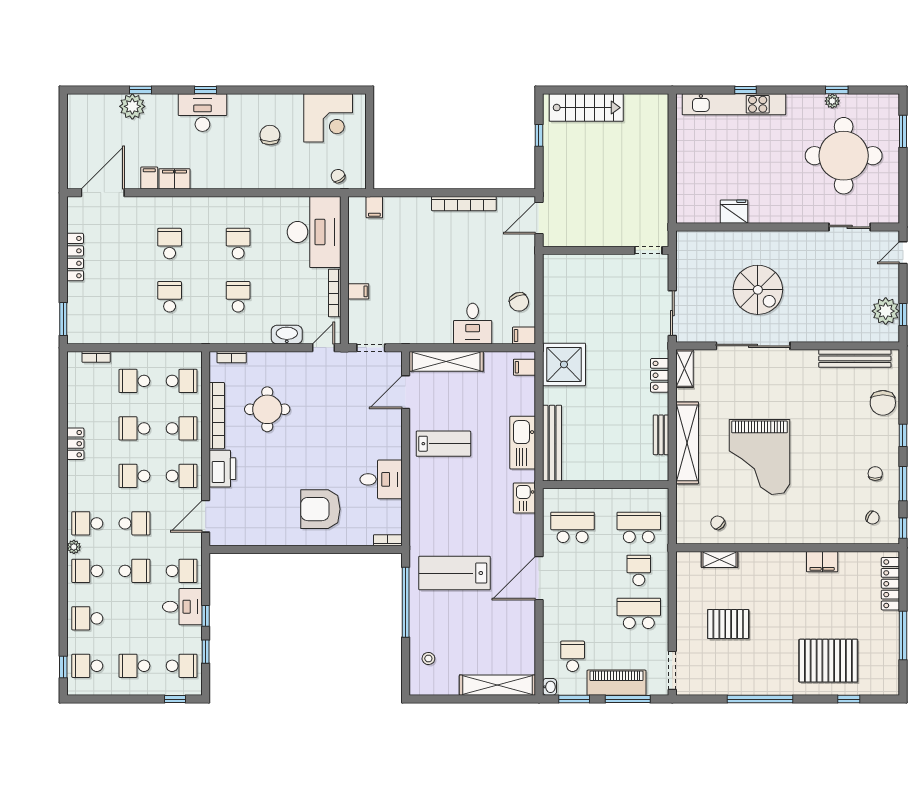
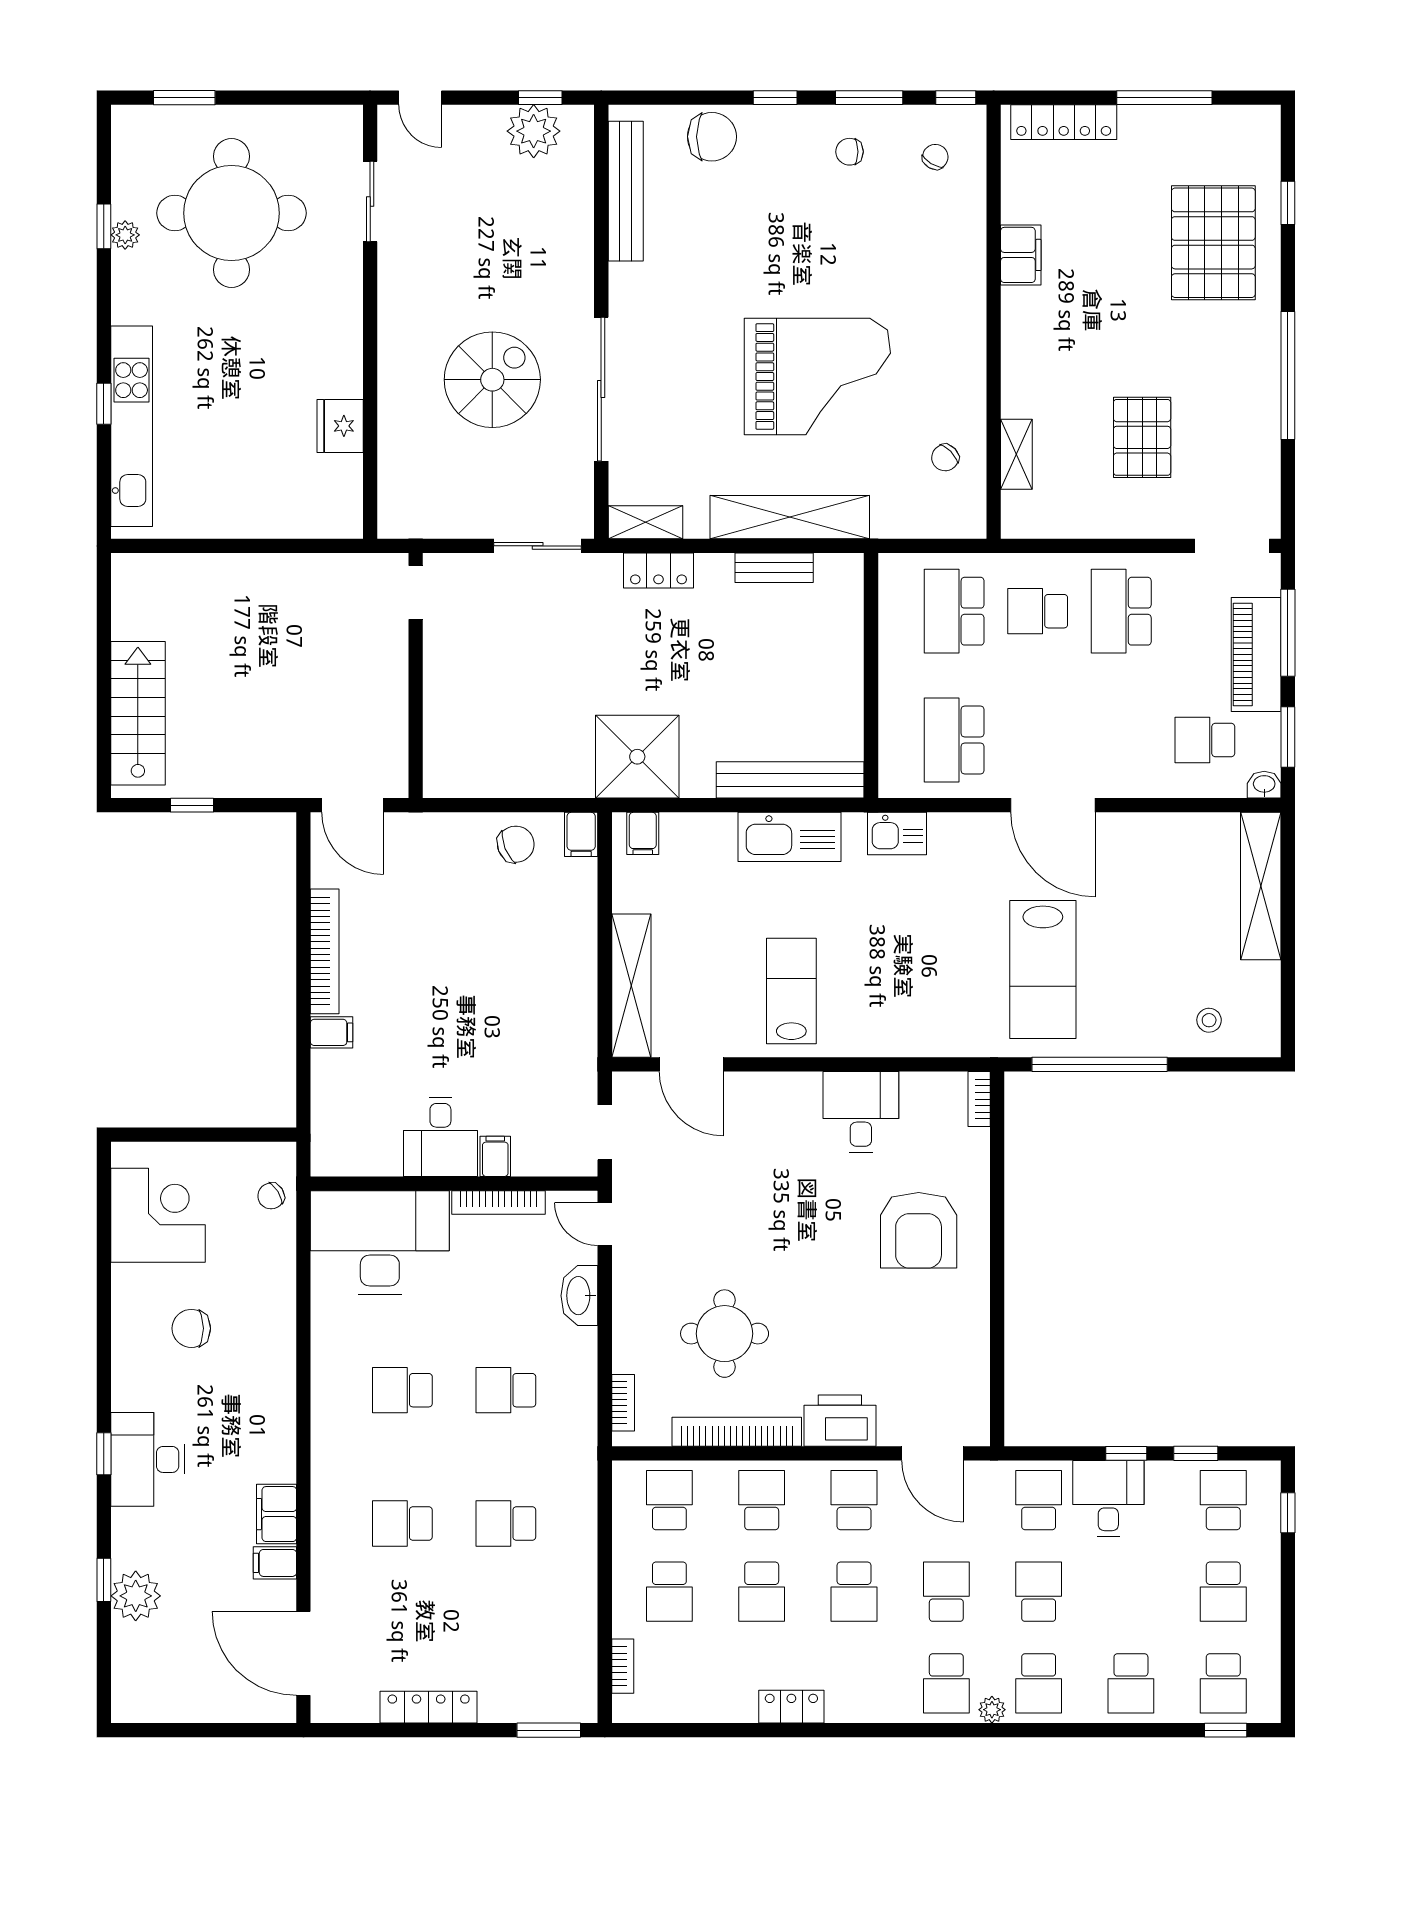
filing cabinet: (374, 207) -> (332, 1032), moved
desk: (473, 324) -> (440, 1137), moved, turned 90

